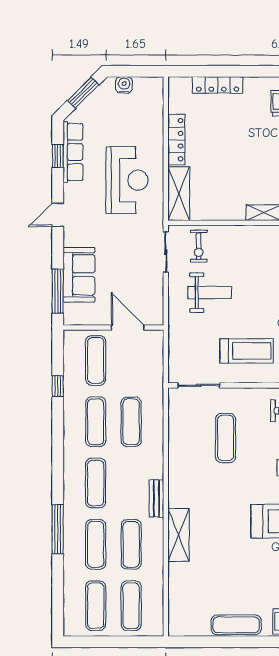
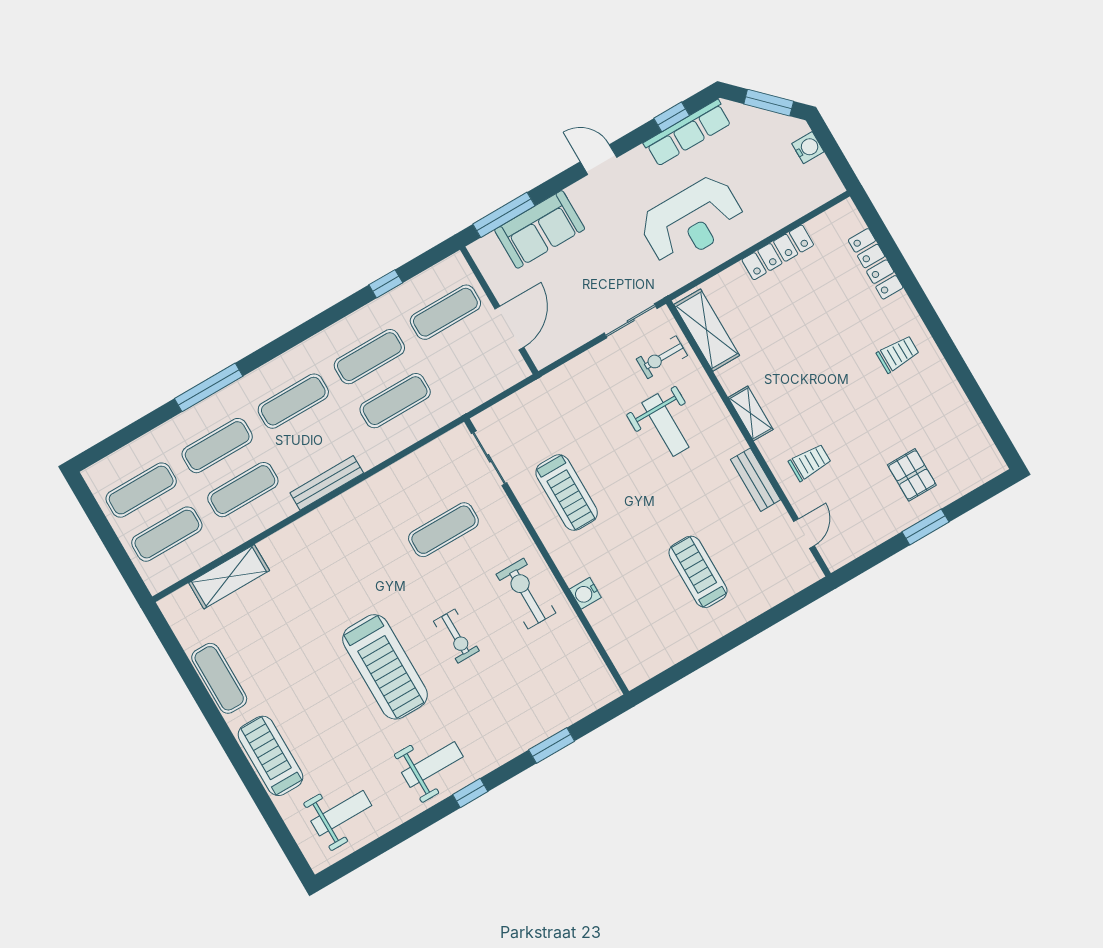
shelving: (179, 194) -> (707, 330), moved, turned 90
weight bench: (210, 293) -> (665, 425), moved
bench: (156, 498) -> (327, 483), width x1.36
shelving: (179, 535) -> (229, 577), moved

